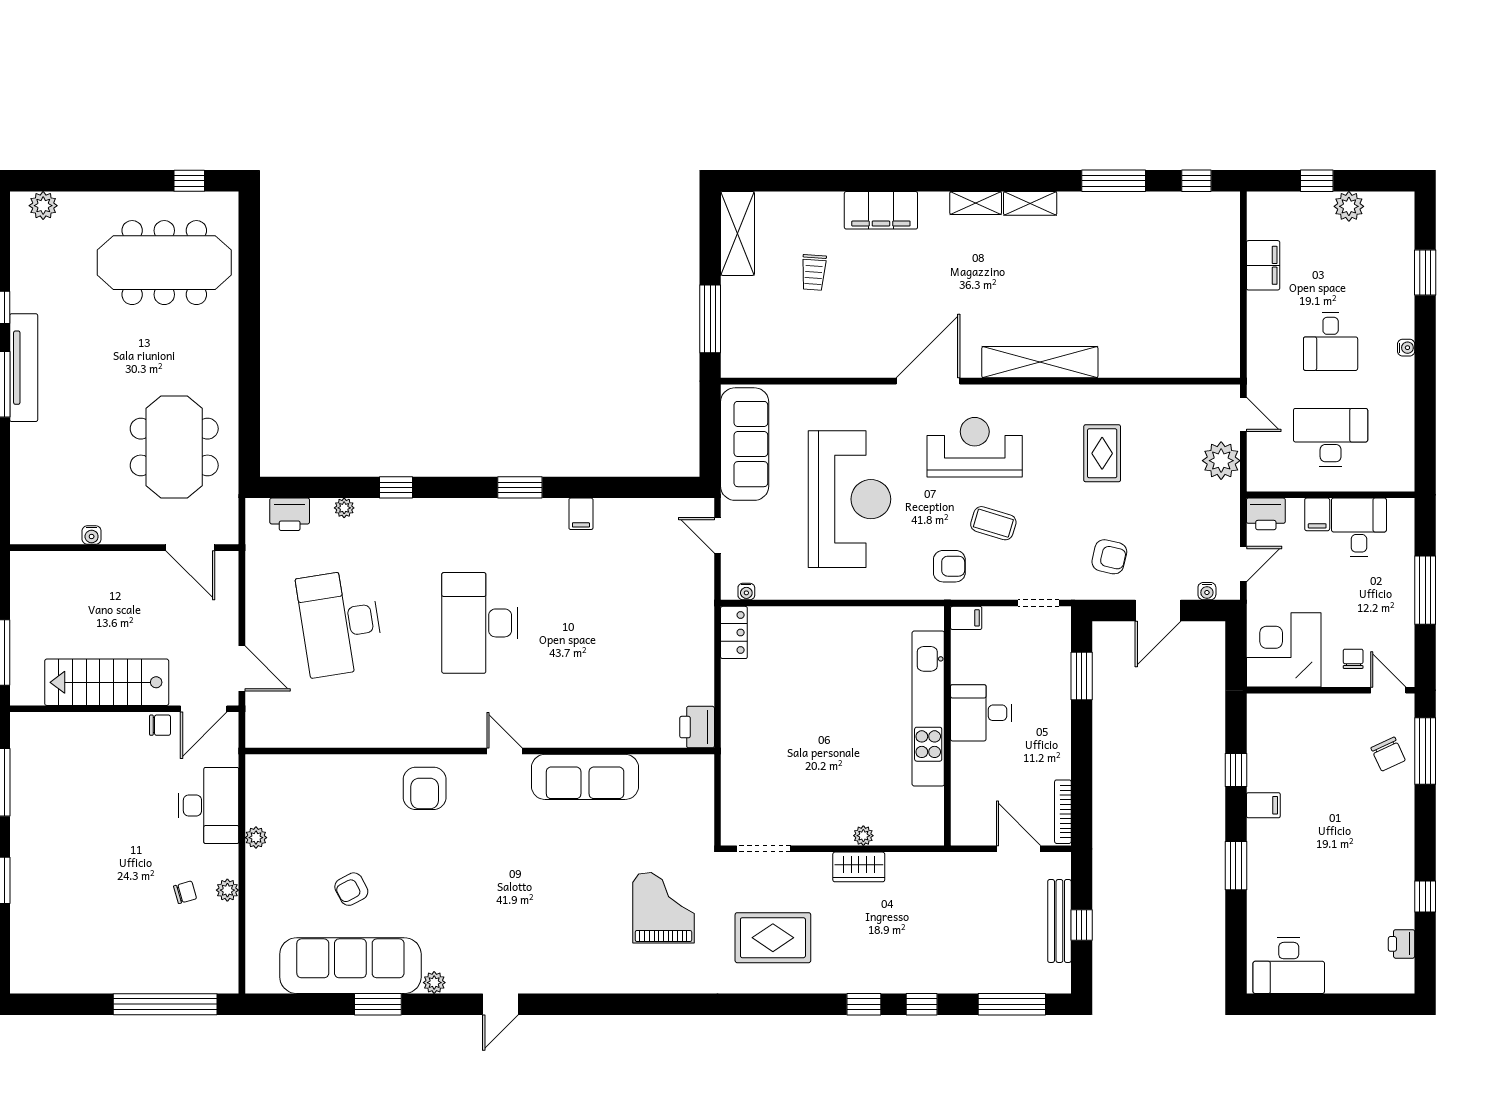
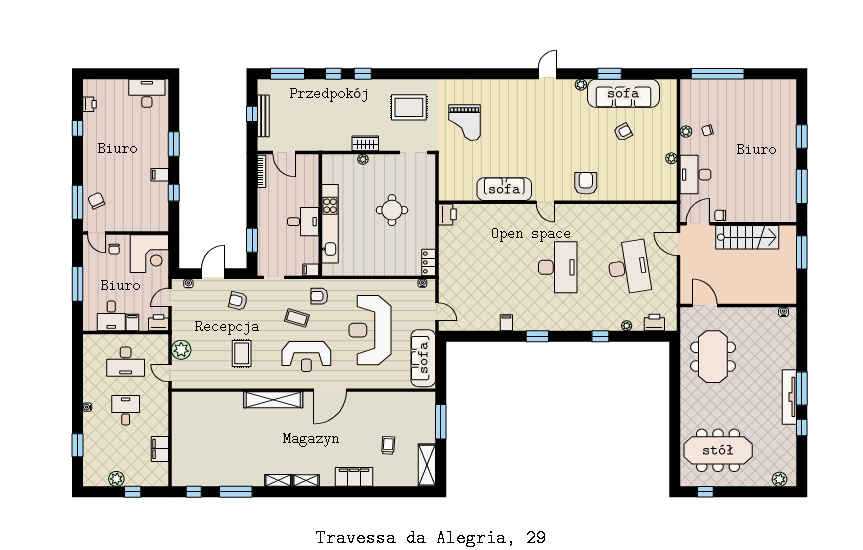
water cooler: (92, 535) -> (784, 312), moved
round table: (806, 736) -> (392, 210), added

